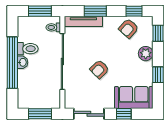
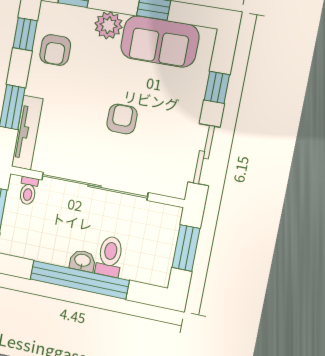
armchair: (129, 28) -> (55, 50), turned 48
toilet: (28, 49) -> (110, 256), moved
armchair: (99, 69) -> (122, 119), turned -135
sofa: (134, 98) -> (160, 41), moved, turned -90

